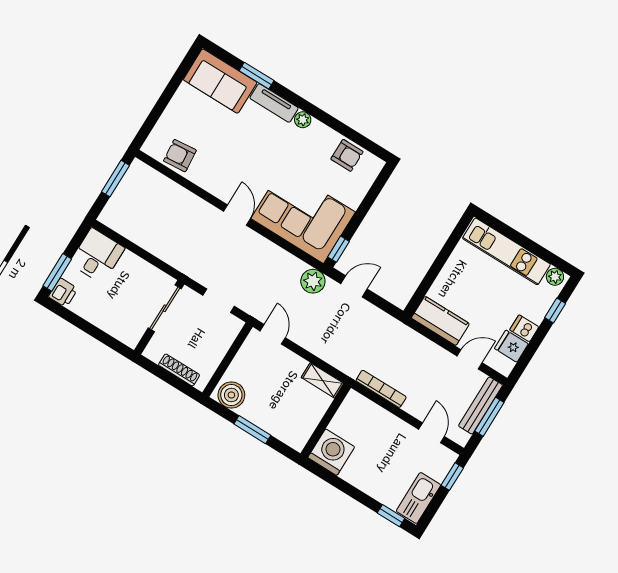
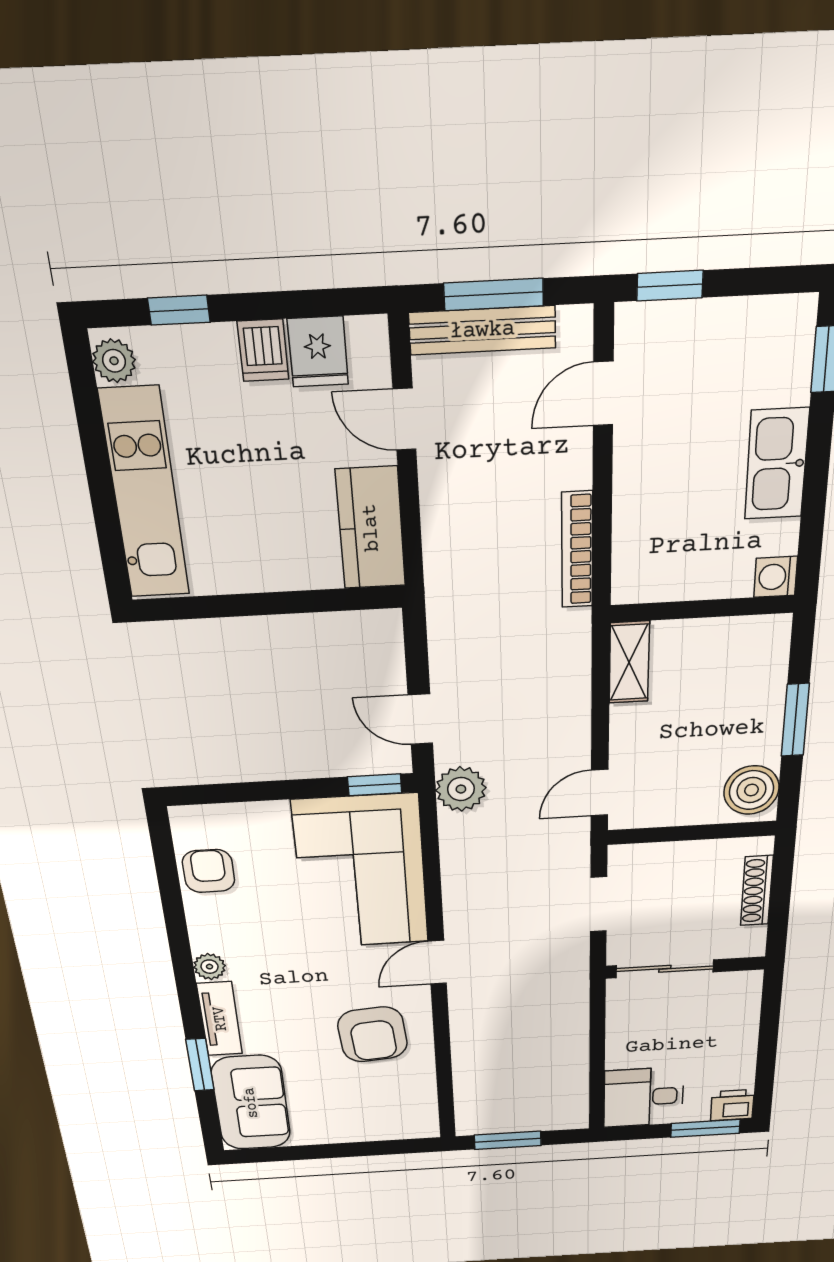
armchair: (180, 156) -> (372, 1034), moved, width x1.38, depth x1.38
washing machine: (331, 452) -> (776, 577), width x0.53, depth x0.53
kitchen sink: (418, 498) -> (777, 464), moved, turned 90

